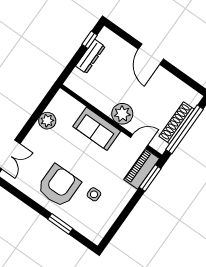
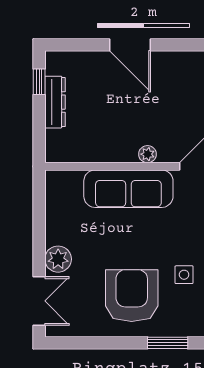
plant: (122, 114) -> (147, 154), width x0.53, depth x0.53
plant: (47, 121) -> (58, 259), moved
sofa: (97, 129) -> (128, 189), width x1.36

